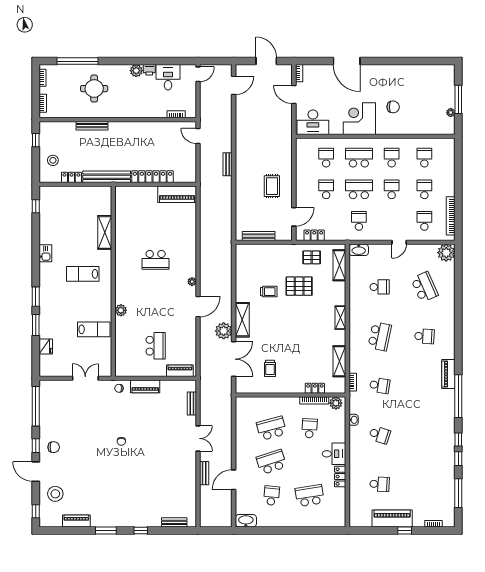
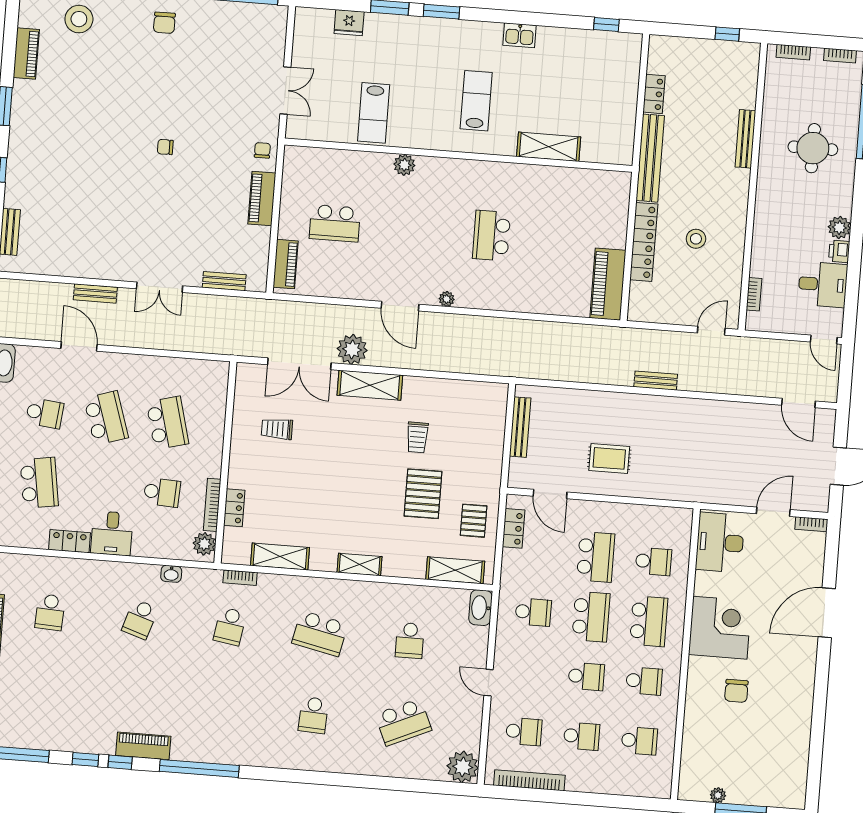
stool: (53, 160) -> (696, 239), moved
school desk: (326, 189) -> (596, 557), width x1.85
piano: (448, 374) -> (143, 746), moved

